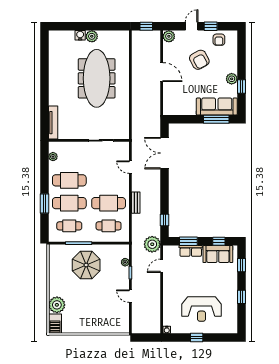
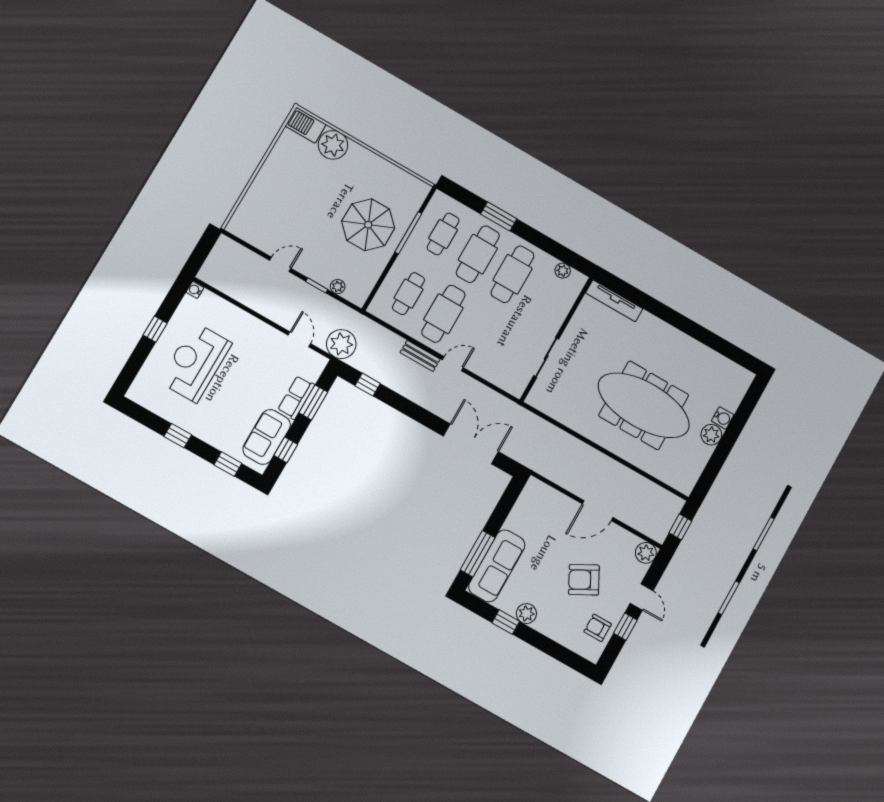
door: (130, 167) -> (453, 364), moved

